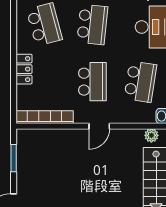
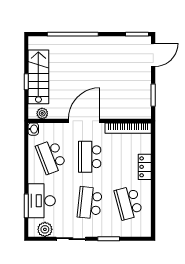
school desk: (140, 82) -> (51, 157), turned -30
door: (99, 126) -> (84, 121), width x1.87

